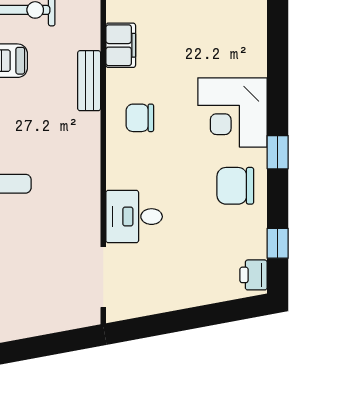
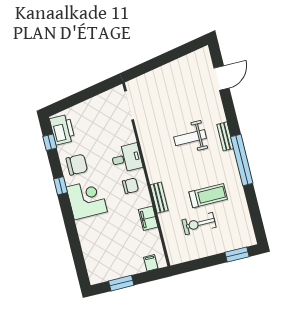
desk: (134, 217) -> (127, 158), moved
printer: (253, 275) -> (62, 130), width x1.87, depth x1.48

